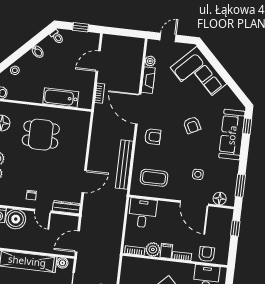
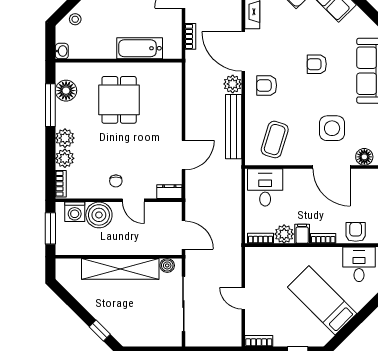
armchair: (192, 125) -> (317, 64), turned 117
plant: (127, 133) -> (233, 84), added
dining table: (41, 135) -> (119, 100), turned 90
armchair: (153, 137) -> (267, 85), turned 180
side table: (198, 174) -> (332, 128), width x1.87, depth x1.87
coffee table: (154, 178) -> (275, 140), turned -73
dresser: (66, 207) -> (169, 192), width x0.70
door: (77, 241) -> (183, 235), swing flipped

